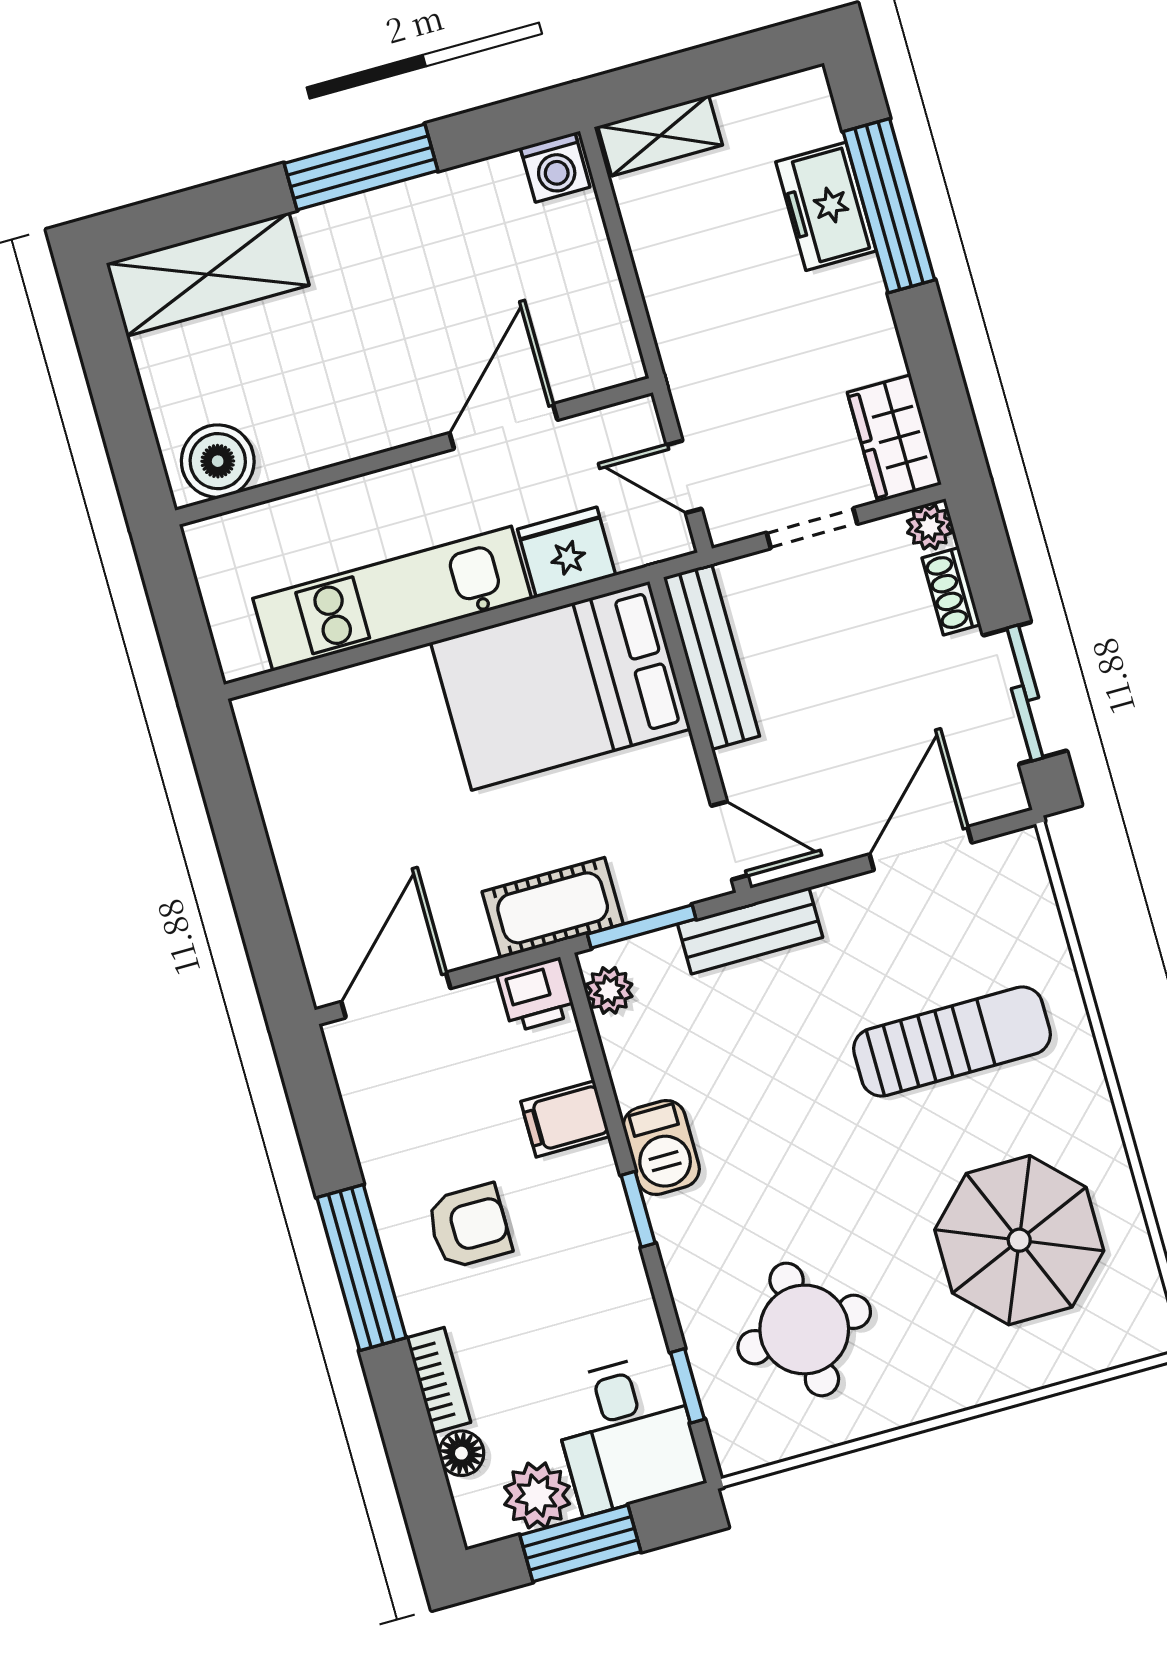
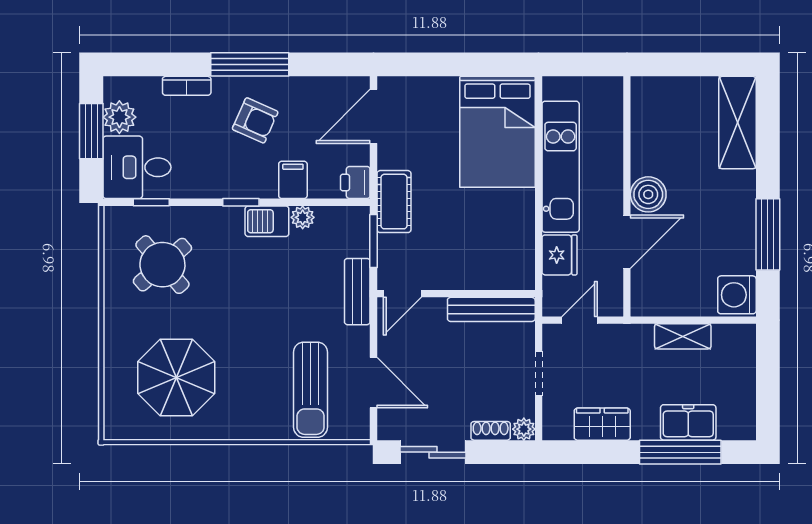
shelving: (660, 136) -> (683, 336), moved, turned 90
window: (361, 167) -> (768, 234), moved
washing machine: (555, 167) -> (737, 295), width x1.38, depth x1.38
door: (504, 427) -> (627, 242), hinge flipped
wardrobe: (894, 438) -> (602, 424), moved
boiler: (218, 461) -> (648, 194), moved
bed: (560, 686) -> (497, 132), moved, turned 180
plant: (609, 990) -> (303, 217), moved
door: (396, 995) -> (374, 116), swing flipped
sun lounger: (952, 1042) -> (311, 390), moved
armchair: (469, 1226) -> (255, 120), turned -66
round table: (804, 1329) -> (162, 265), turned -37
floor lamp: (461, 1453) -> (149, 87), removed

